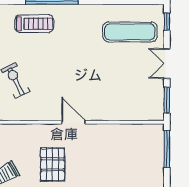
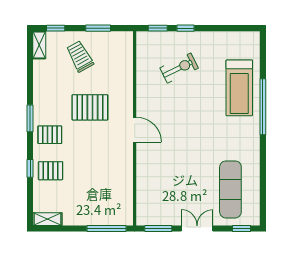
treadmill: (34, 24) -> (239, 88), width x1.37, depth x1.38
door: (73, 122) -> (135, 130), hinge flipped

